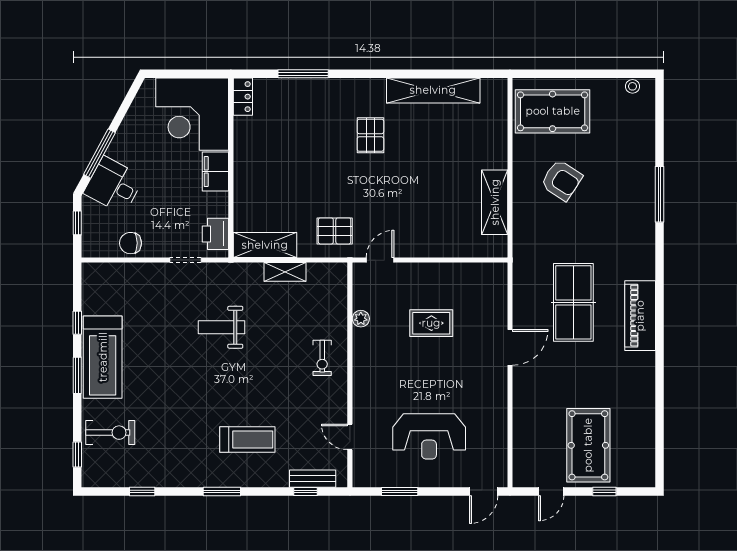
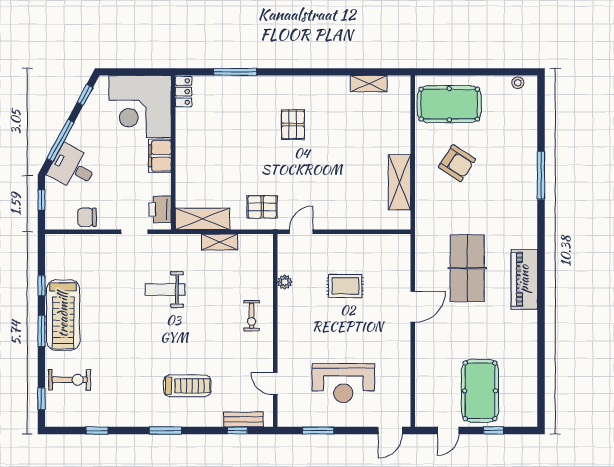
shelving: (433, 90) -> (369, 84), width x0.45, depth x0.75
window: (128, 100) -> (85, 95), added

